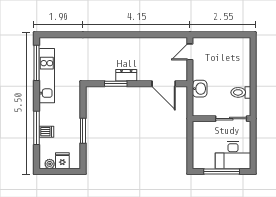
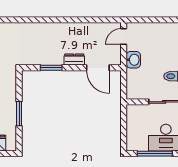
dresser: (126, 75) -> (74, 60), moved
washbasin: (200, 89) -> (133, 60), moved

